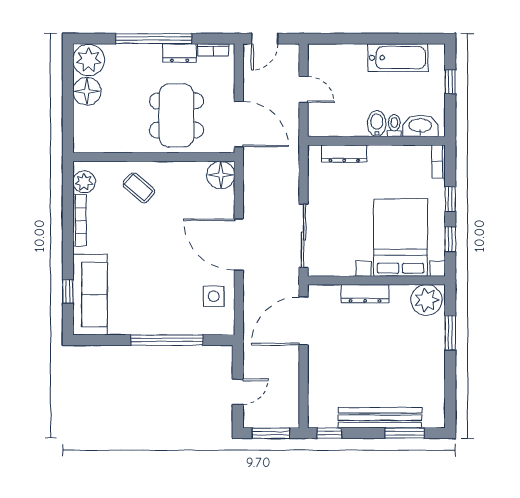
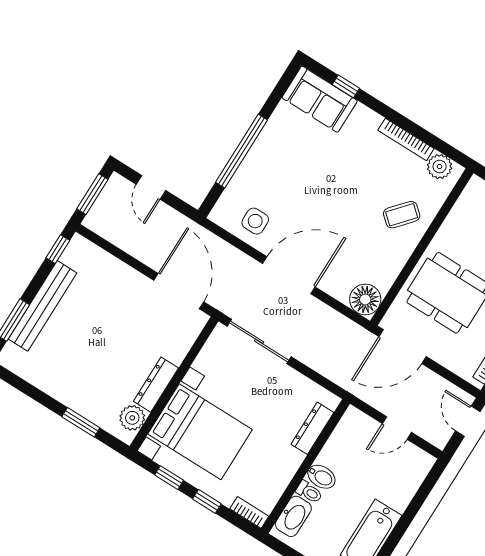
dresser: (365, 294) -> (156, 385), moved
sofa: (90, 295) -> (320, 99), width x0.73
plant: (426, 300) -> (132, 418), width x0.73, depth x0.73

